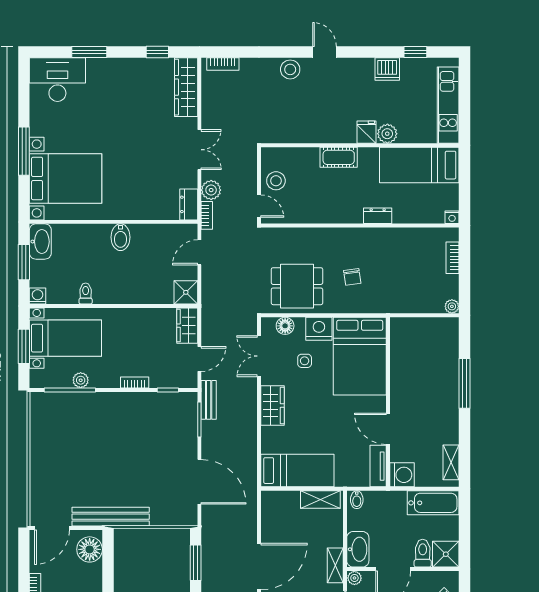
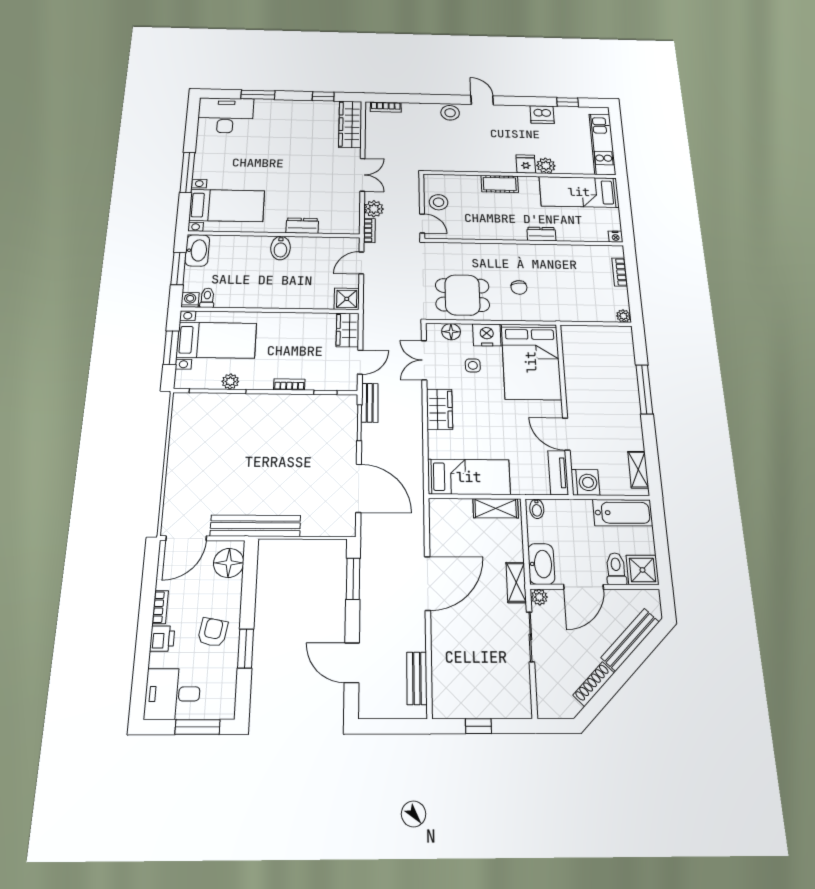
bed with nightstands: (66, 179) -> (227, 206), width x0.73
dresser: (189, 204) -> (302, 226), moved, turned 90
toilet: (86, 293) -> (207, 298), moved

